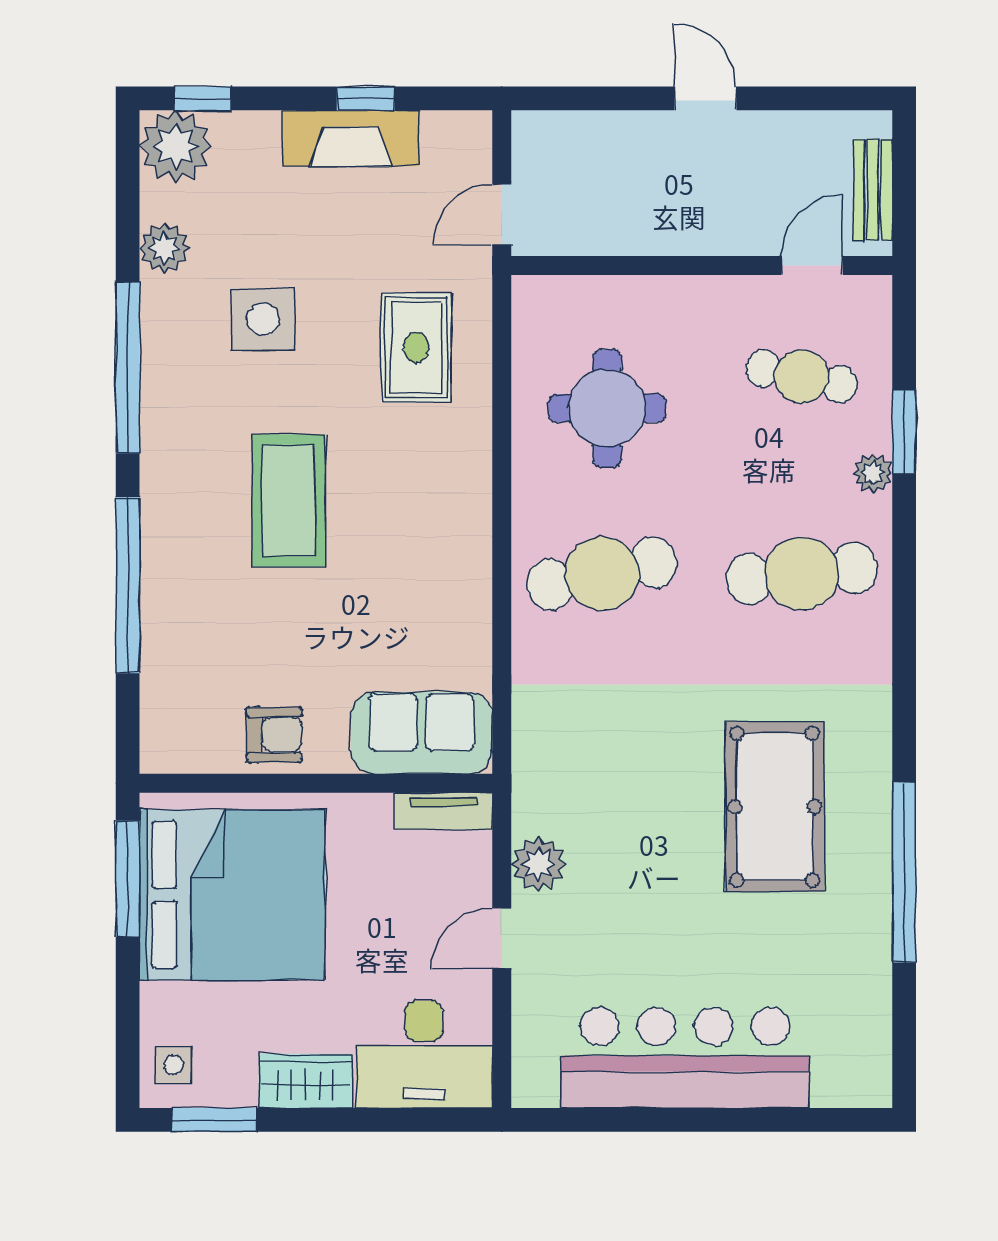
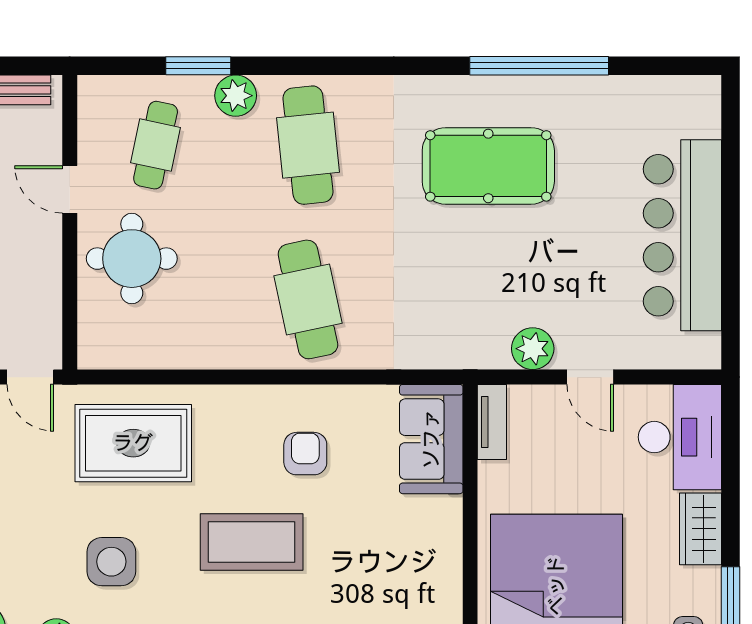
door: (812, 265) -> (70, 189), moved
rug: (416, 348) -> (133, 443), width x1.36, depth x1.43
round table: (607, 408) -> (132, 259), moved
plant: (873, 473) -> (236, 96), width x1.38, depth x1.38
armchair: (274, 735) -> (305, 454), moved

